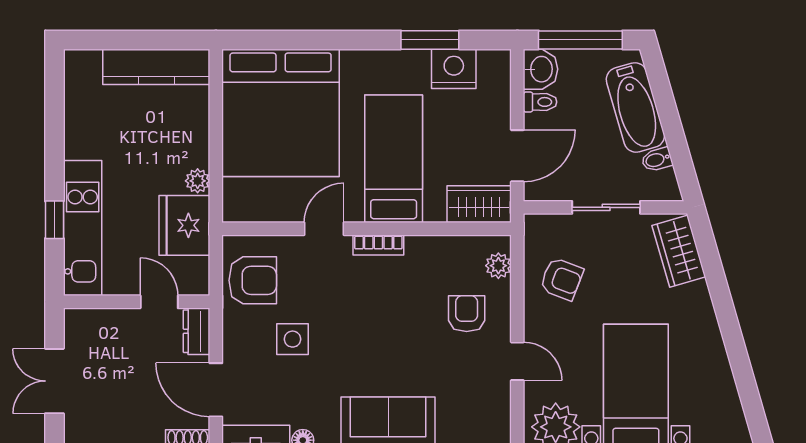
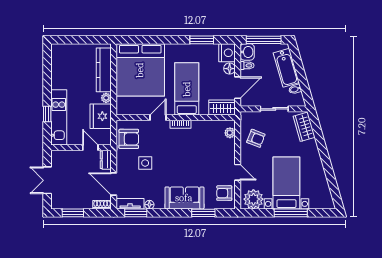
kitchen counter: (156, 67) -> (104, 70), moved, turned 90
nightstand: (454, 69) -> (227, 53), moved, turned 90
floor lamp: (498, 109) -> (230, 69), added
armchair: (467, 314) -> (224, 193), moved, turned -90

